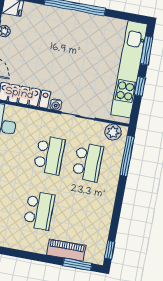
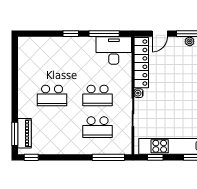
window: (140, 86) -> (155, 157), moved
plant: (113, 132) -> (125, 143), removed
piano: (66, 250) -> (24, 133), moved

